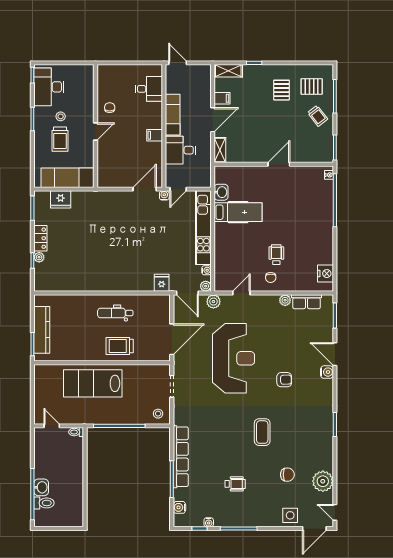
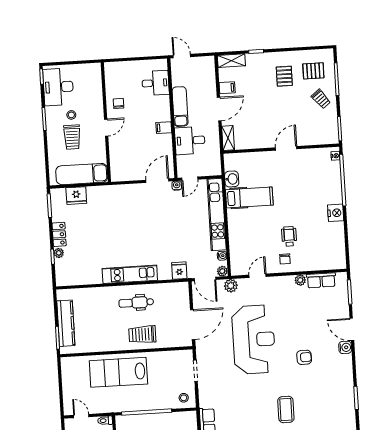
nightstand: (326, 274) -> (336, 213), moved
kitchen unit: (111, 284) -> (130, 274), added

